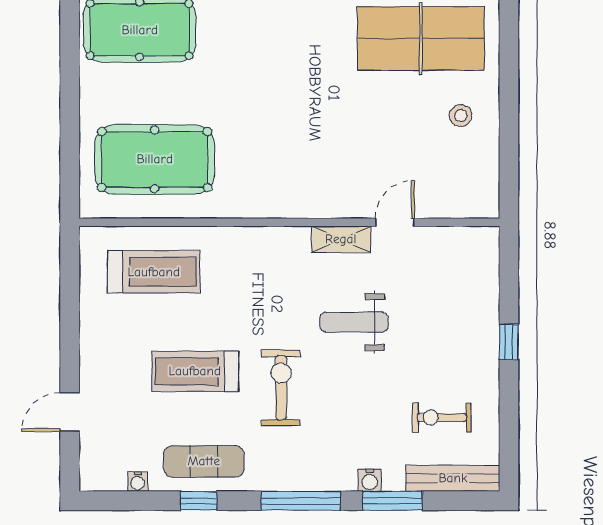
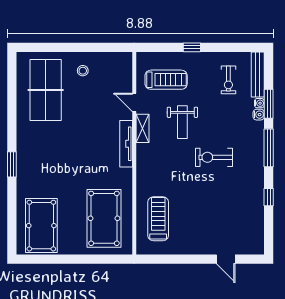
tv unit: (309, 205) -> (126, 144), added
treadmill: (195, 371) -> (166, 80), moved, turned -90
exercise mat: (204, 461) -> (250, 195), removed
water cooler: (138, 482) -> (259, 103), moved

